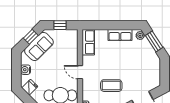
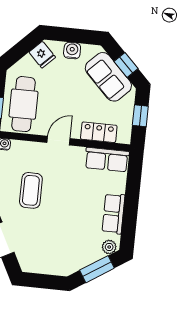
locker: (73, 49) -> (99, 132), added

